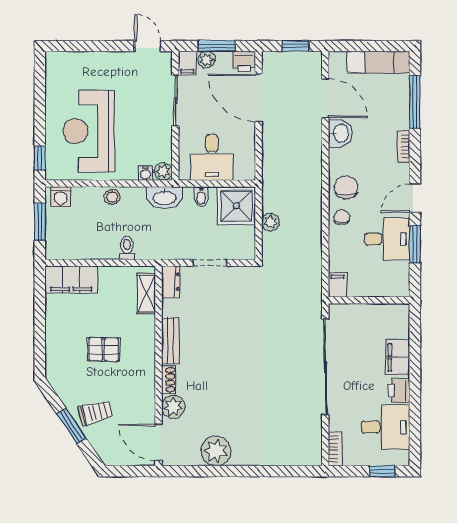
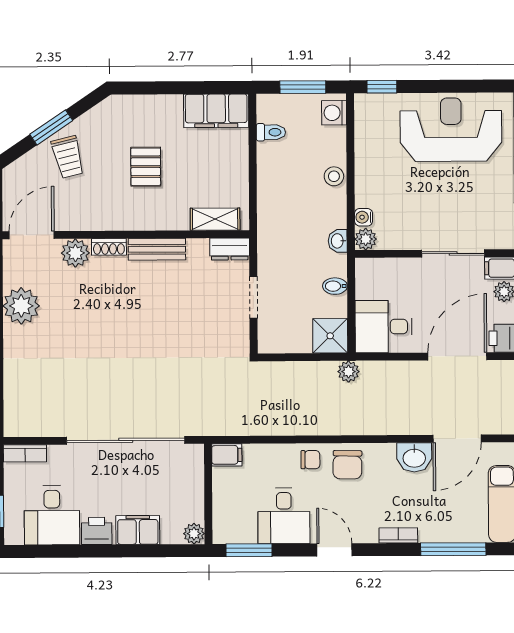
reception desk: (89, 131) -> (451, 130), moved
desk: (212, 157) -> (384, 327), moved
chair: (346, 187) -> (347, 465), turned 91
washbasin: (165, 198) -> (338, 241), width x0.52, depth x0.69
shower: (236, 206) -> (330, 336), width x0.73, depth x0.73
plant: (270, 222) -> (349, 372), moved
window: (415, 244) -> (249, 550), moved
toilet: (127, 248) -> (271, 132), moved
filing cabinet: (71, 279) -> (216, 111), moved, turned -90
plant: (401, 312) -> (194, 534), added

